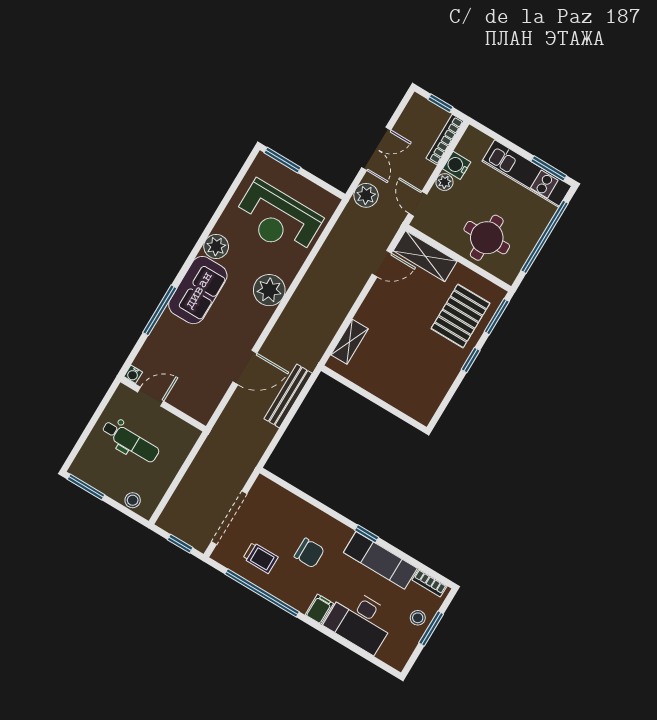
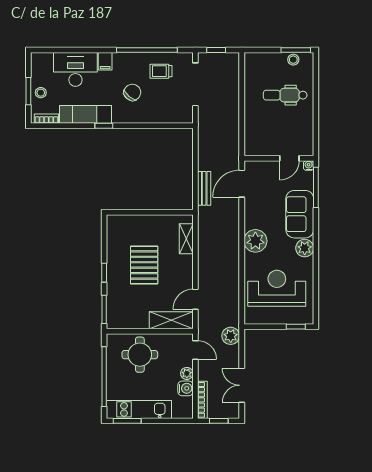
double door: (376, 149) -> (242, 385), moved
window: (283, 160) -> (296, 327), width x0.67
pallet: (460, 316) -> (144, 265), moved
water cooler: (133, 374) -> (309, 165), moved
bench: (288, 396) -> (204, 188), width x0.73
door: (151, 397) -> (289, 158), moved
wall: (163, 404) -> (279, 158), moved
stool: (133, 500) -> (293, 60), moved
chair: (309, 553) -> (132, 92), turned 130

